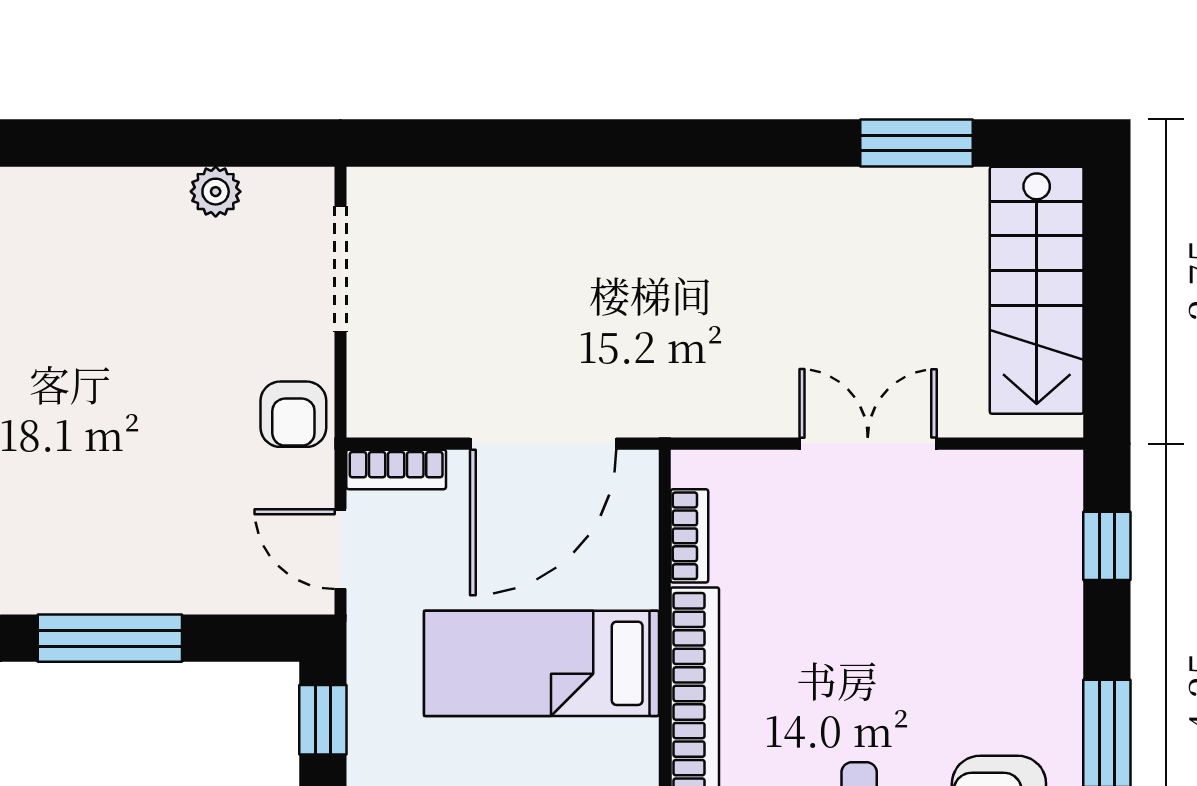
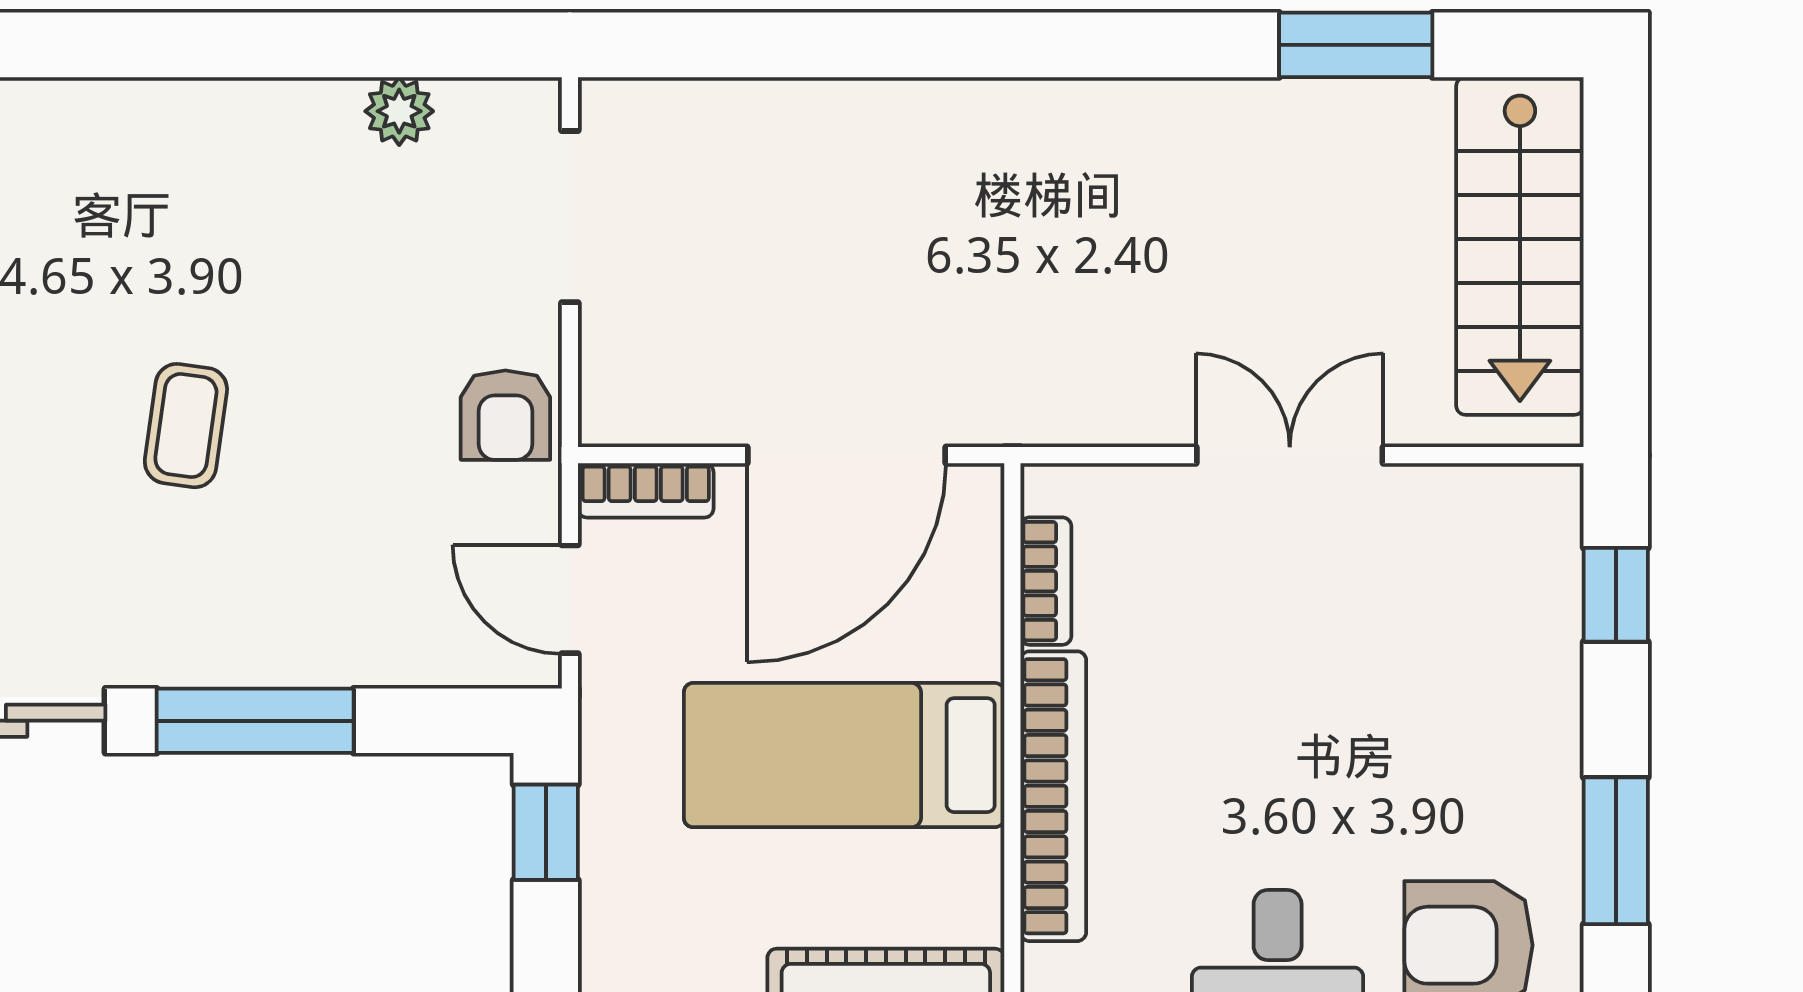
coffee table: (59, 422) -> (186, 426), added

